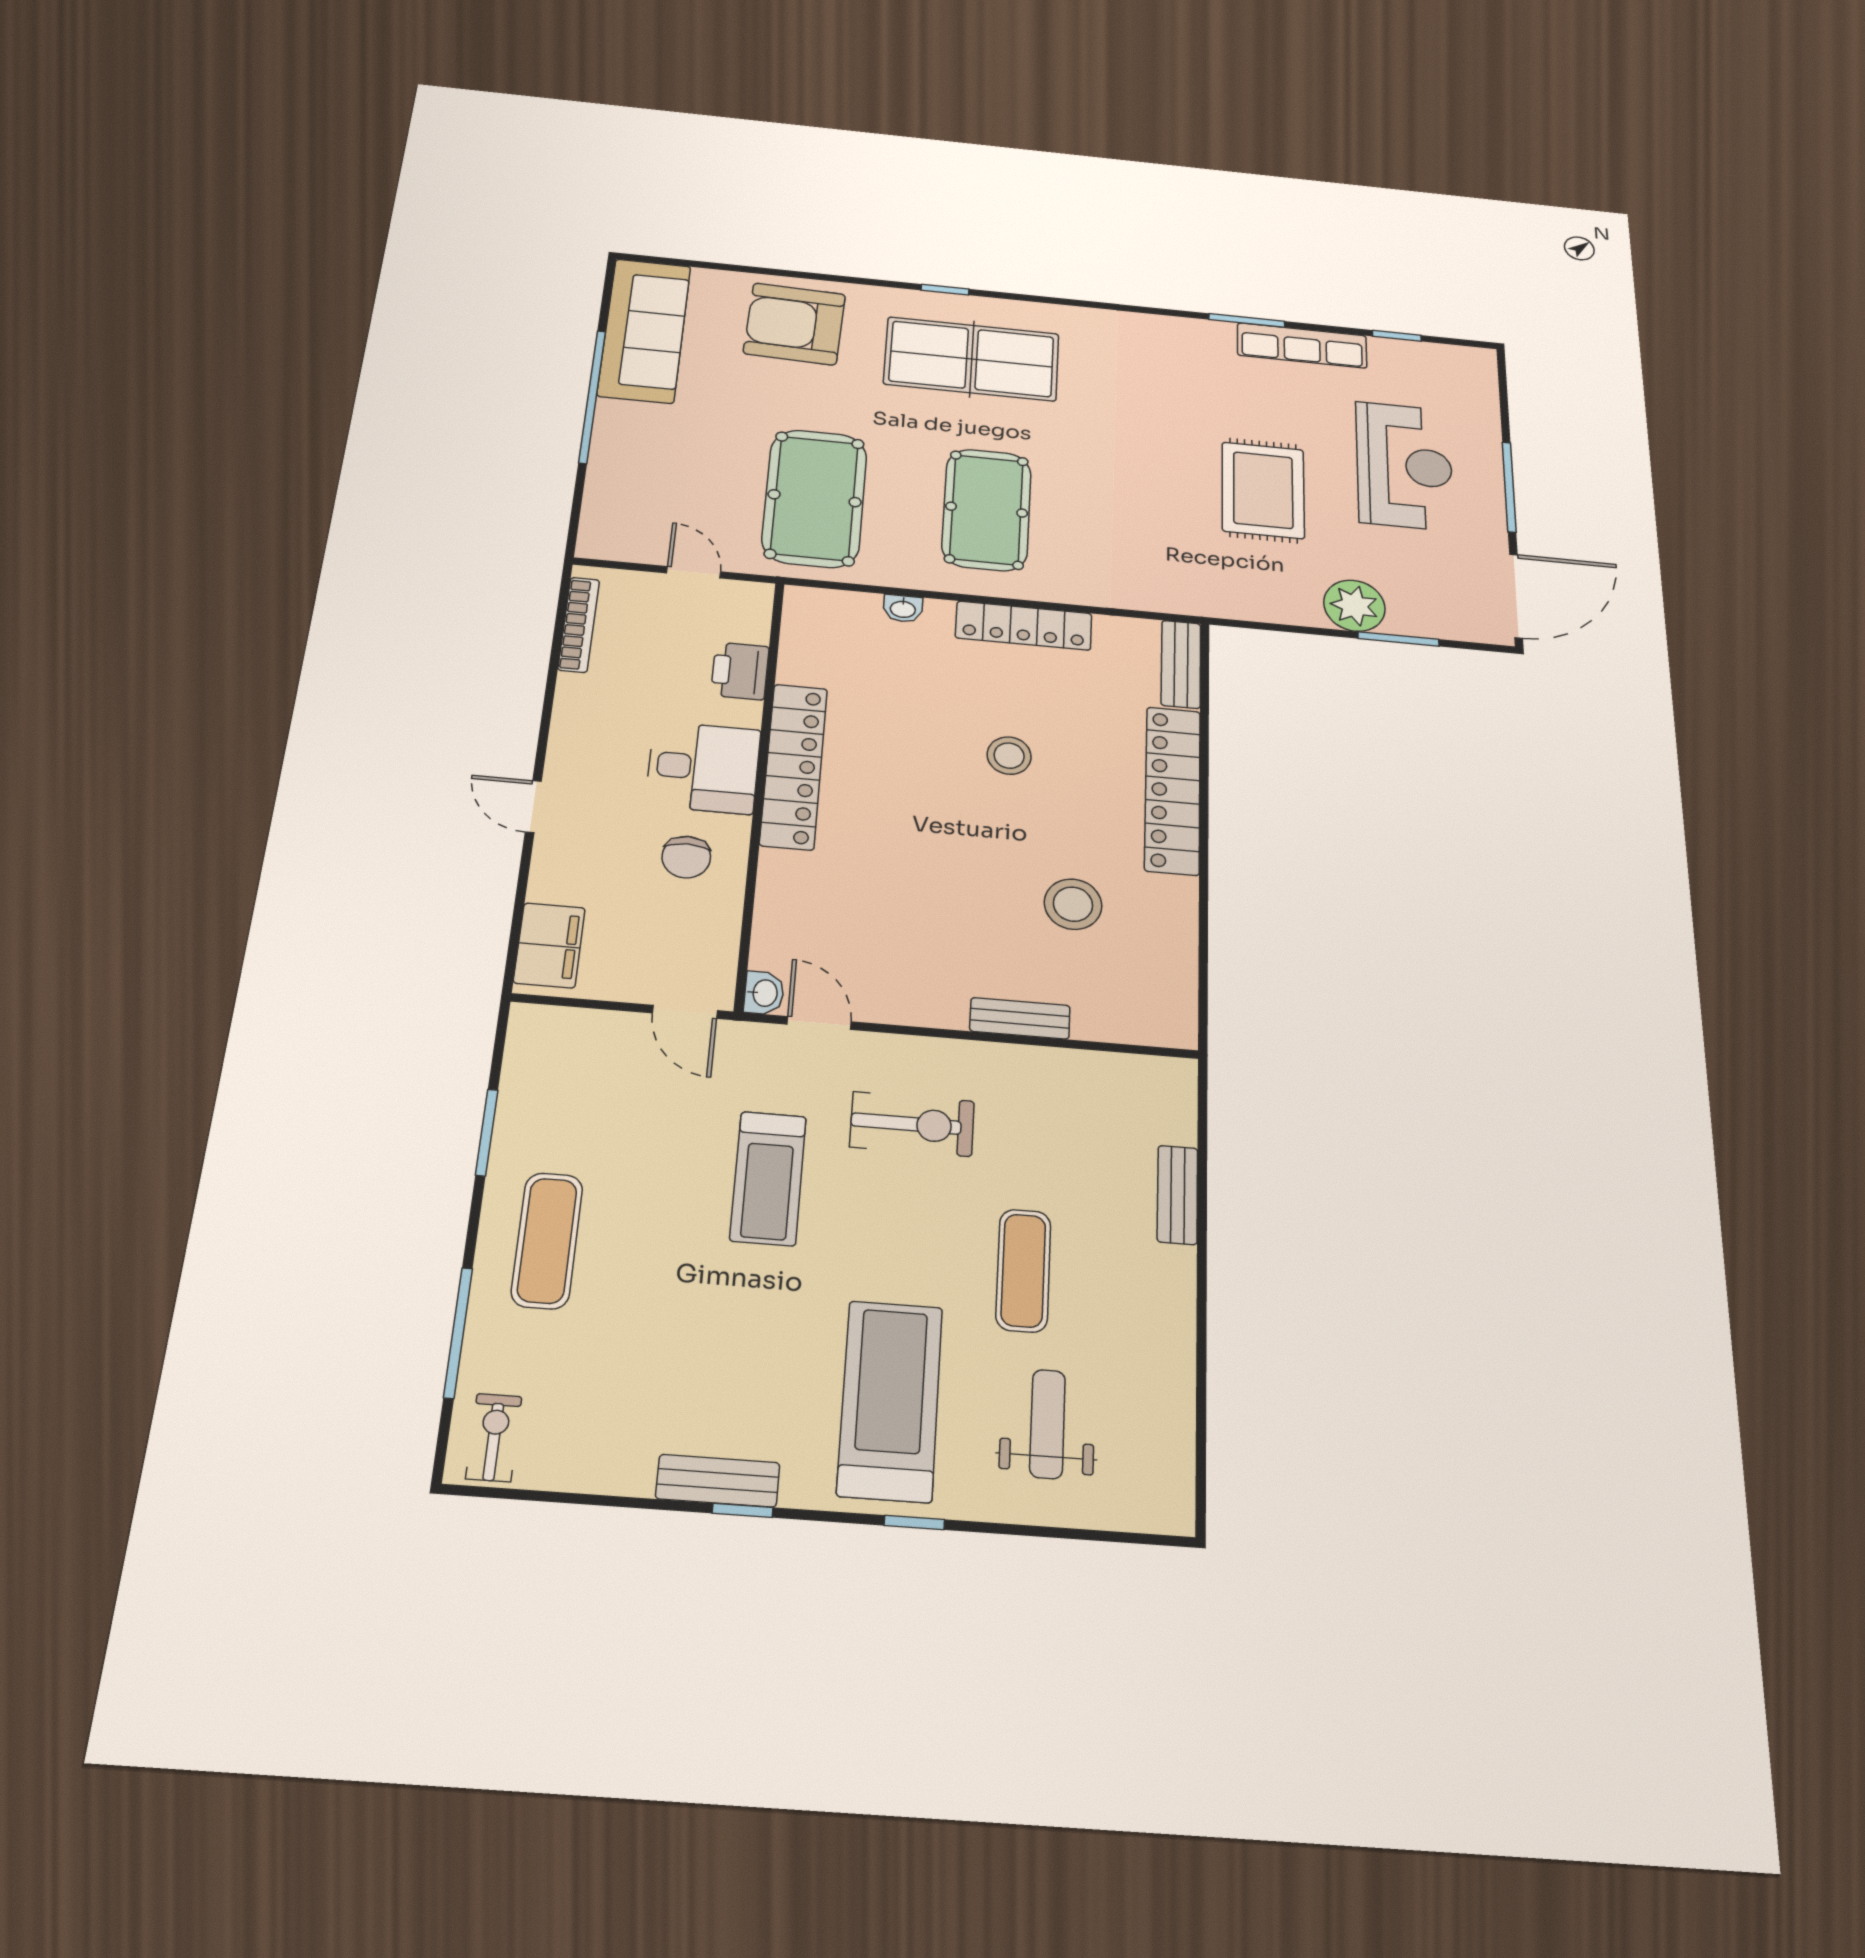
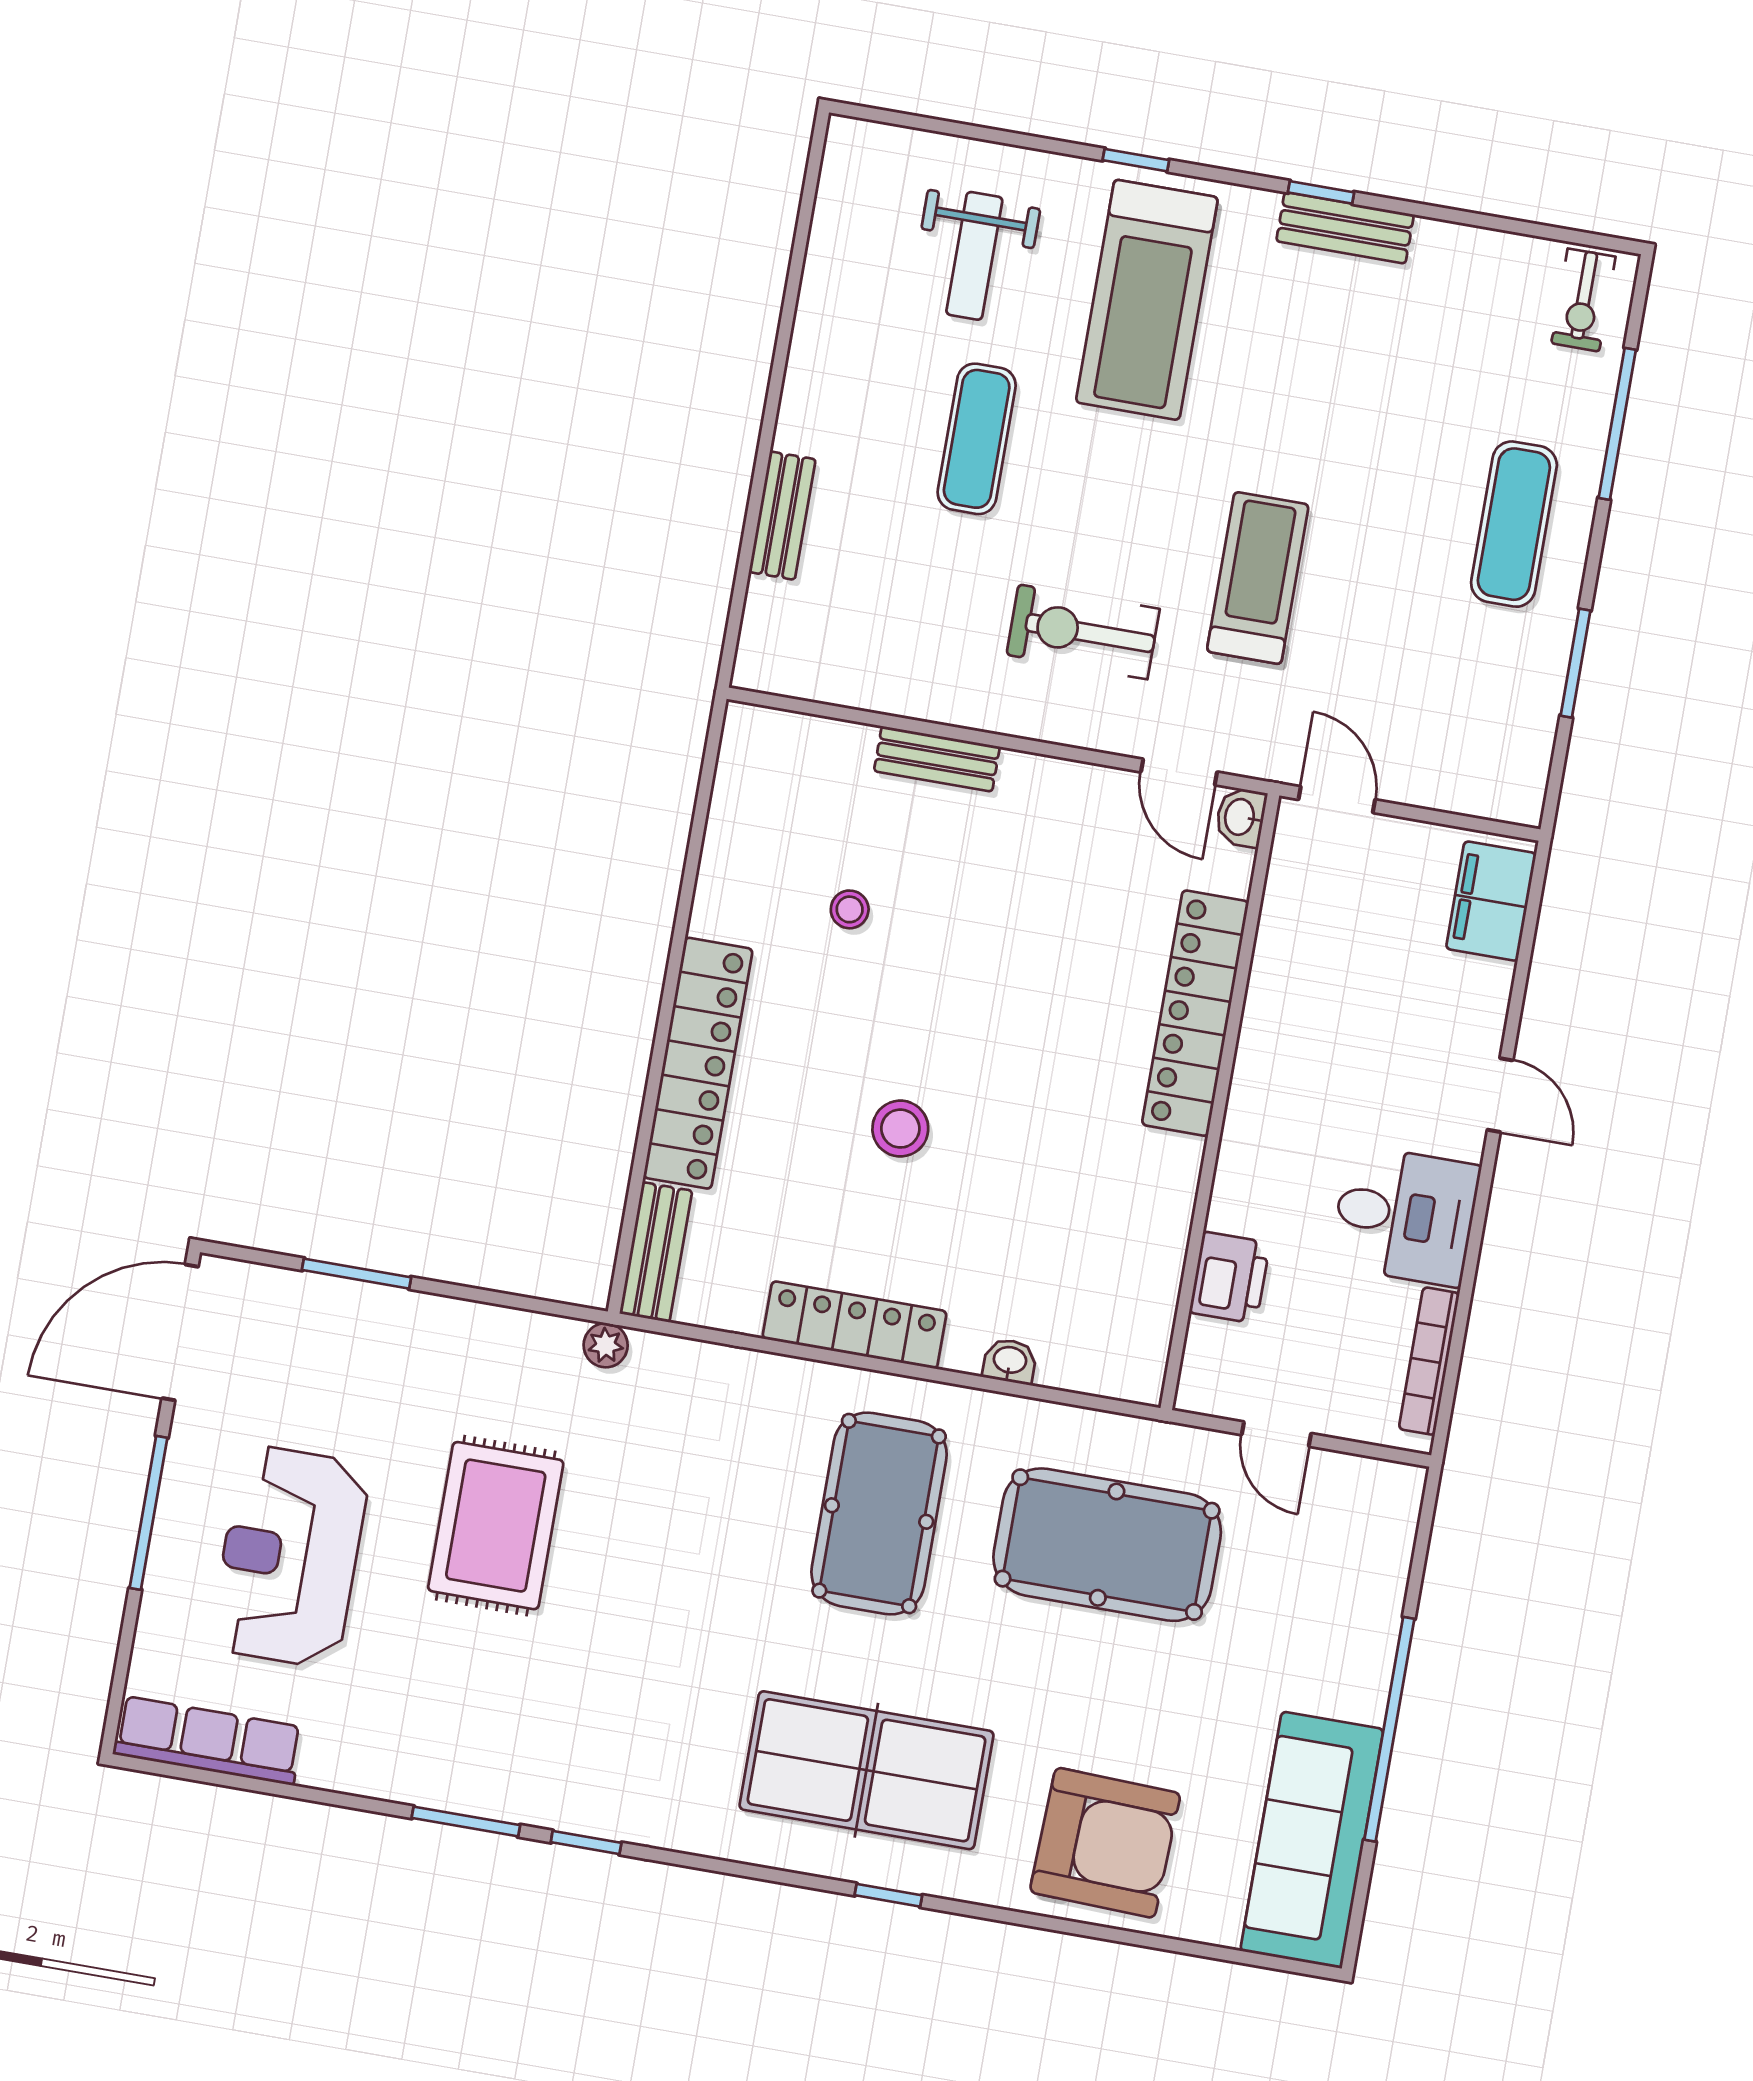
window: (1397, 336) -> (586, 1843), moved
row of seats: (1302, 346) -> (208, 1741), moved
pool table: (815, 498) -> (1107, 1545), turned 90
plant: (1354, 606) -> (606, 1345), moved, width x0.53, depth x0.53
locker: (794, 766) -> (1195, 1013), moved
desk: (703, 768) -> (1405, 1216), moved, turned 180
chair: (686, 857) -> (1319, 1010), removed
stool: (1073, 904) -> (850, 909), width x0.53, depth x0.53

